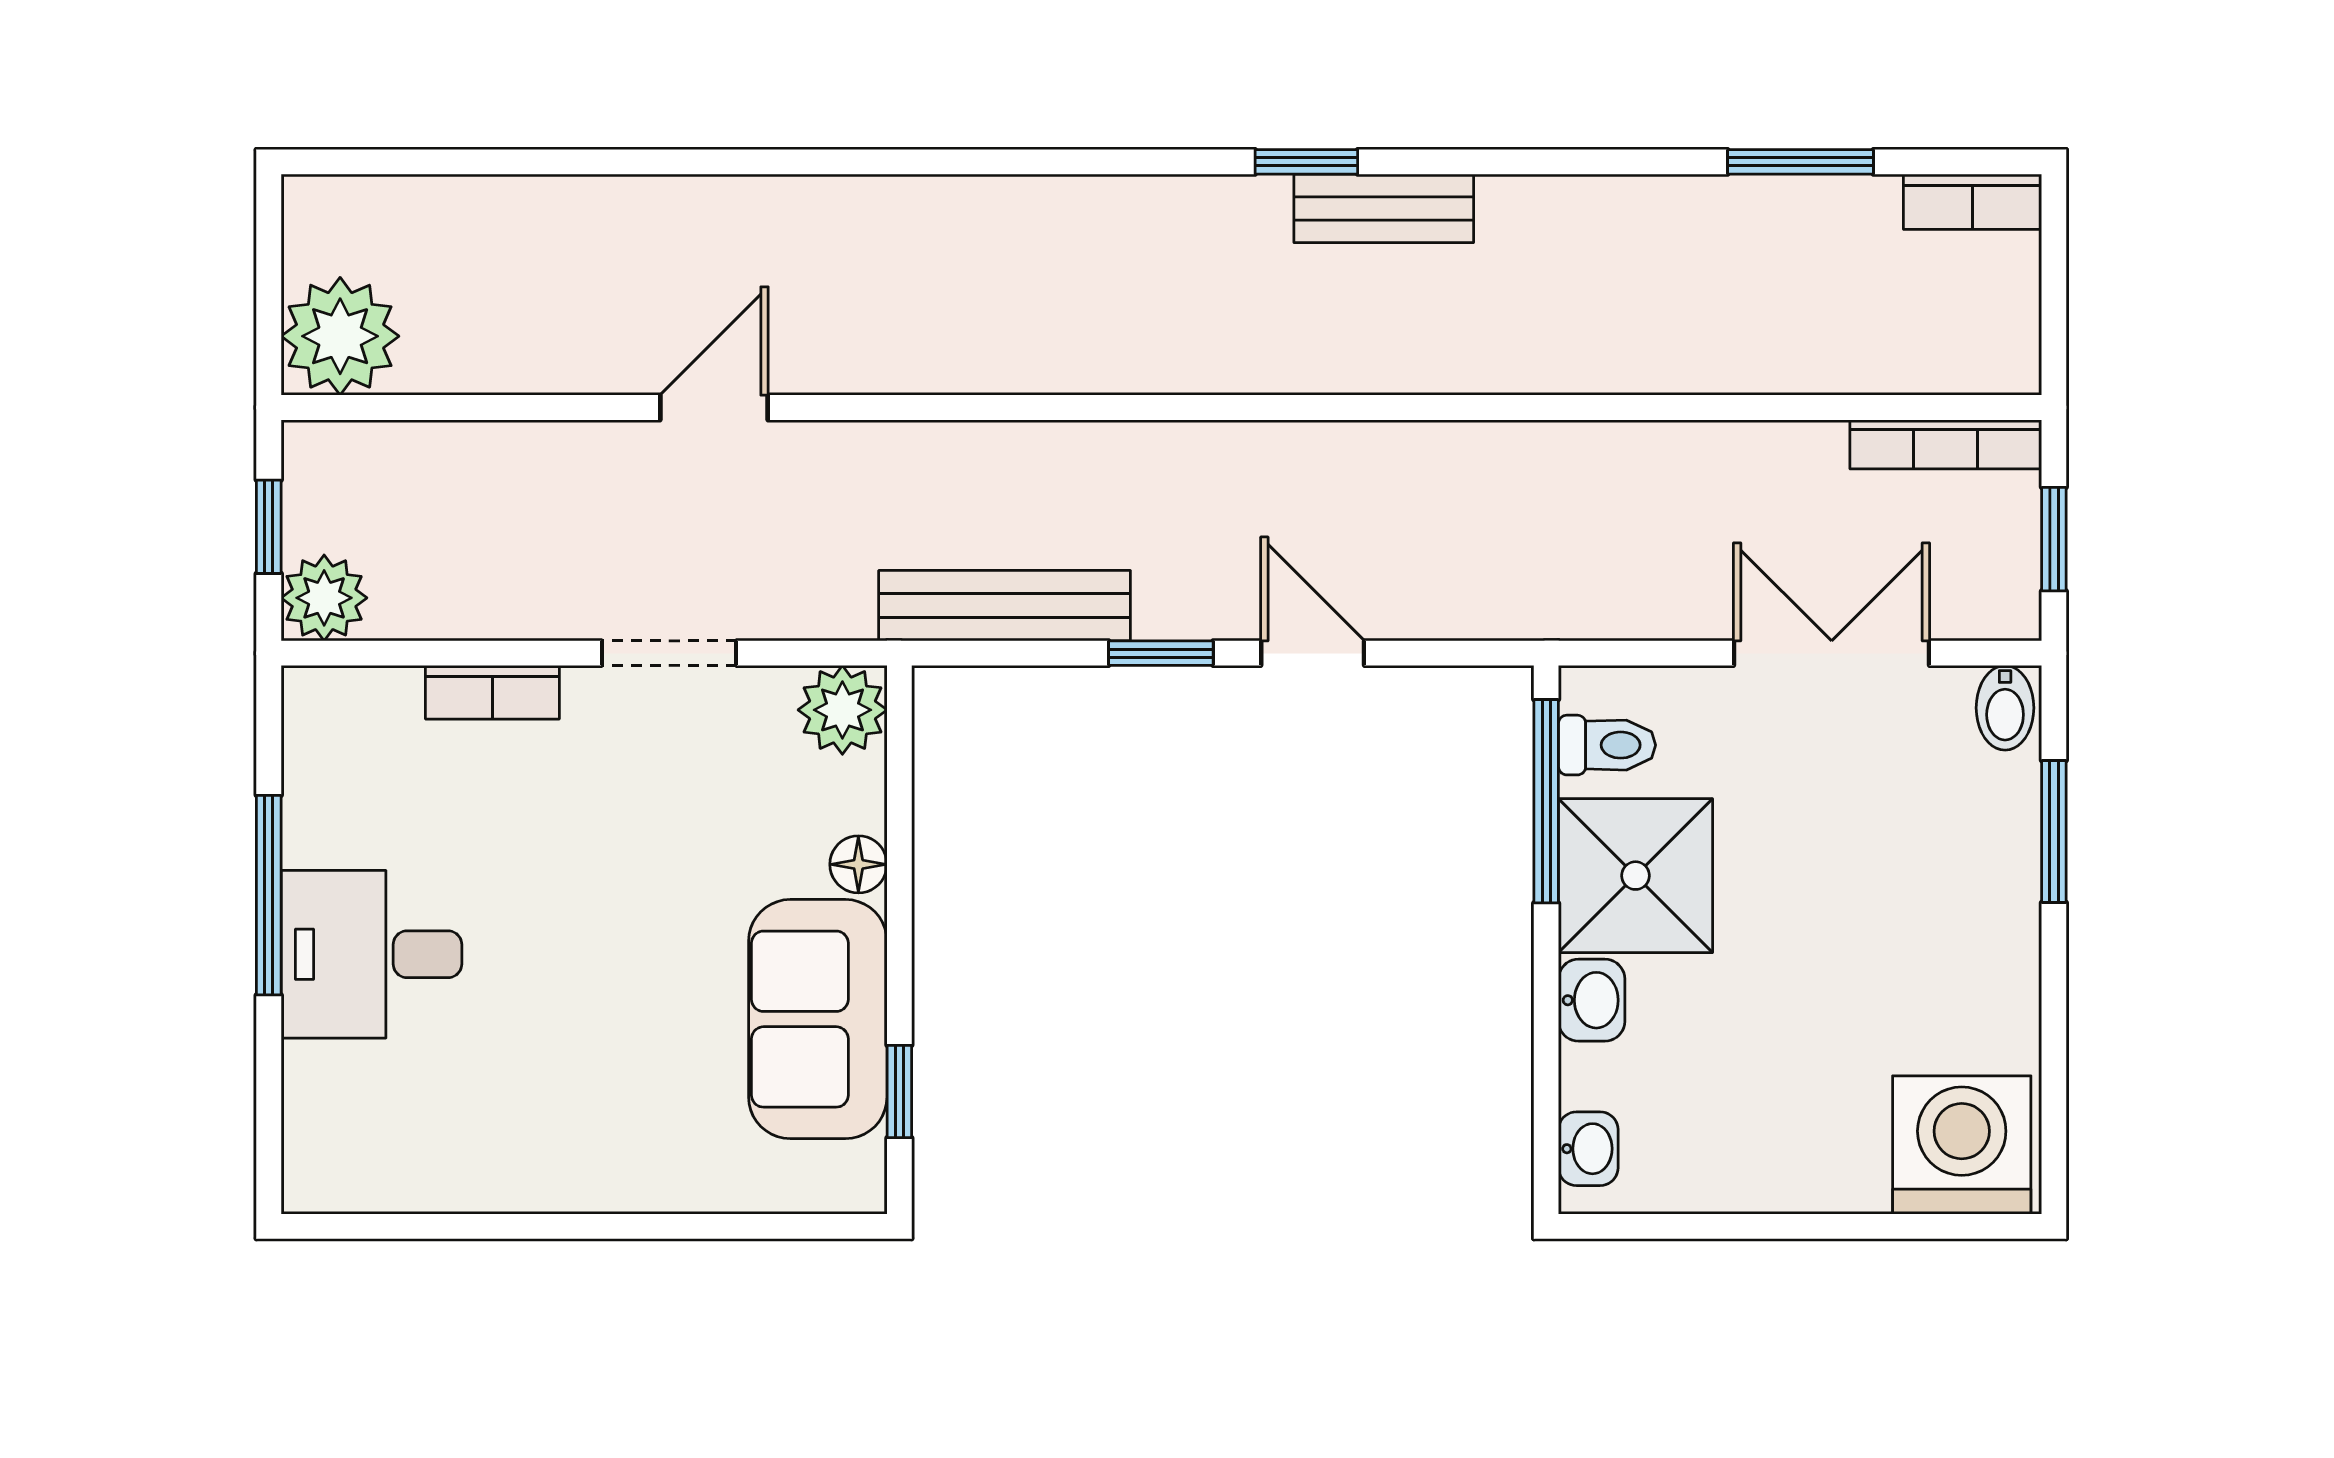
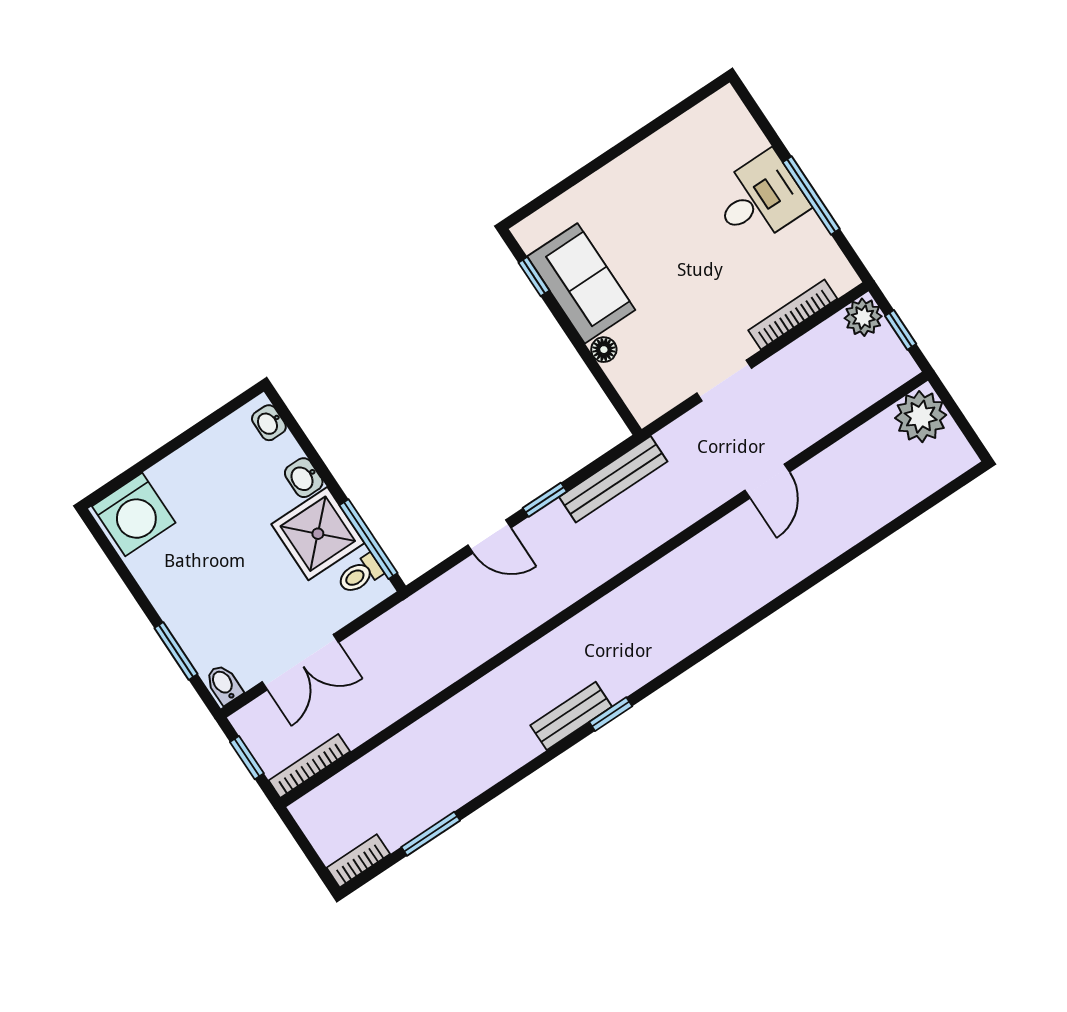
bookcase: (492, 692) -> (793, 315), width x1.56
plant: (842, 710) -> (647, 402), removed

